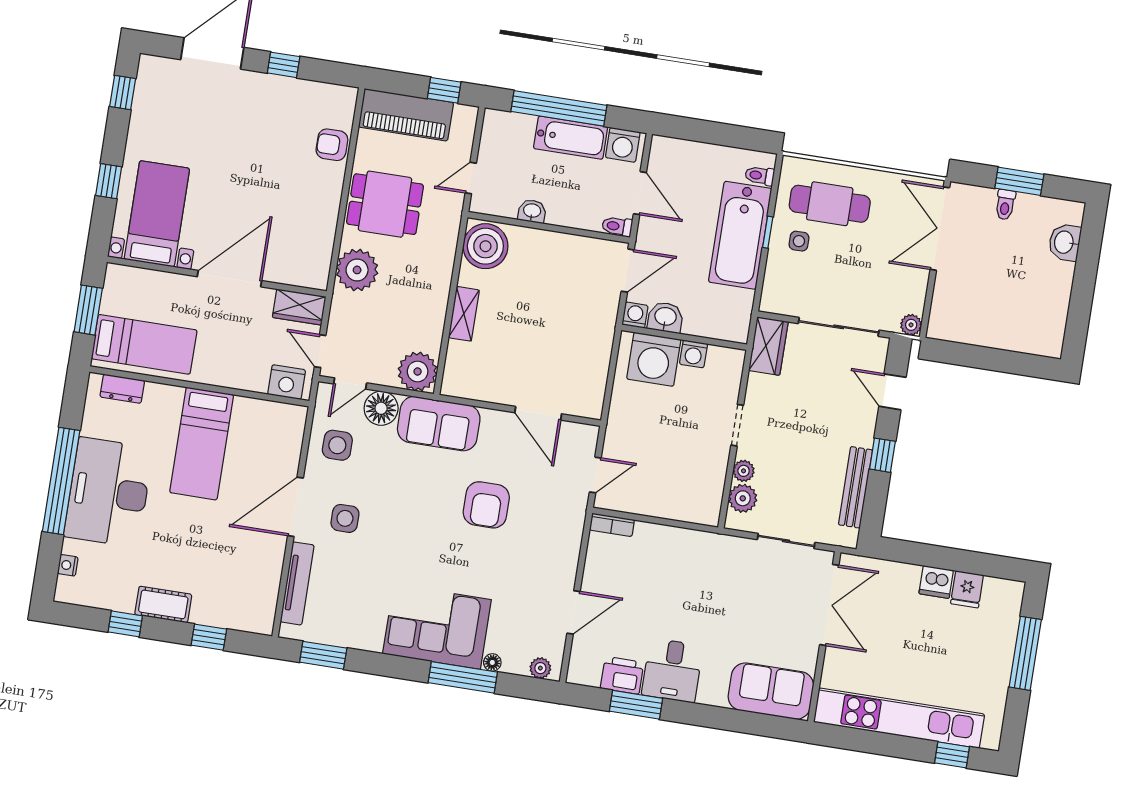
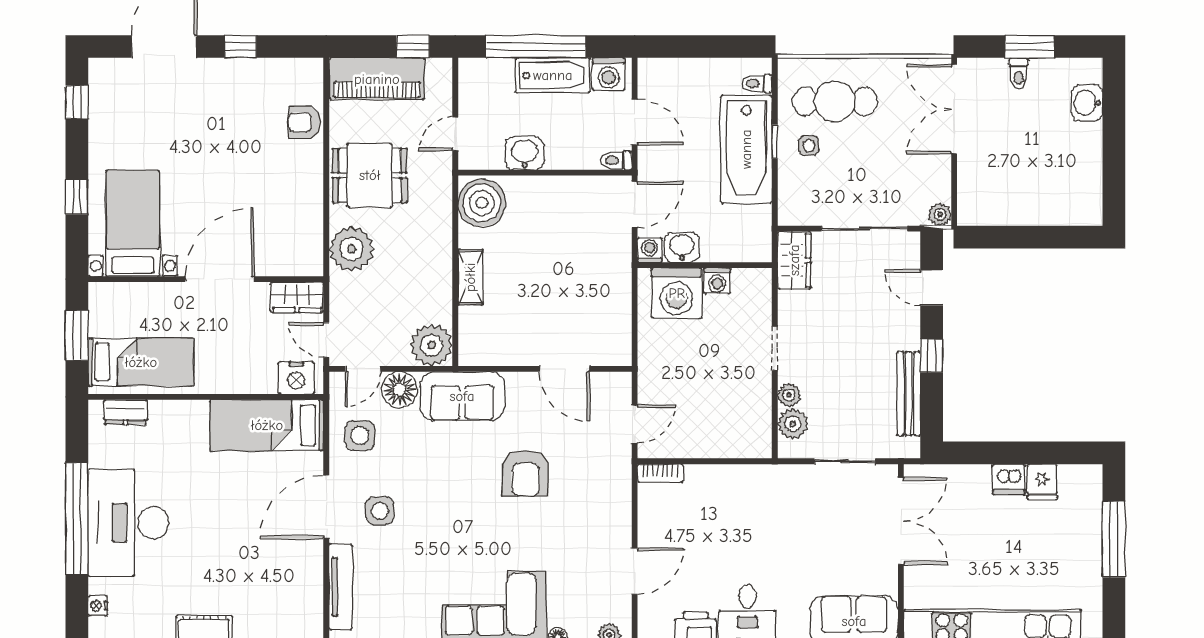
washbasin: (532, 211) -> (525, 153), width x1.38, depth x1.45
bed: (202, 444) -> (267, 425), moved, turned 90

